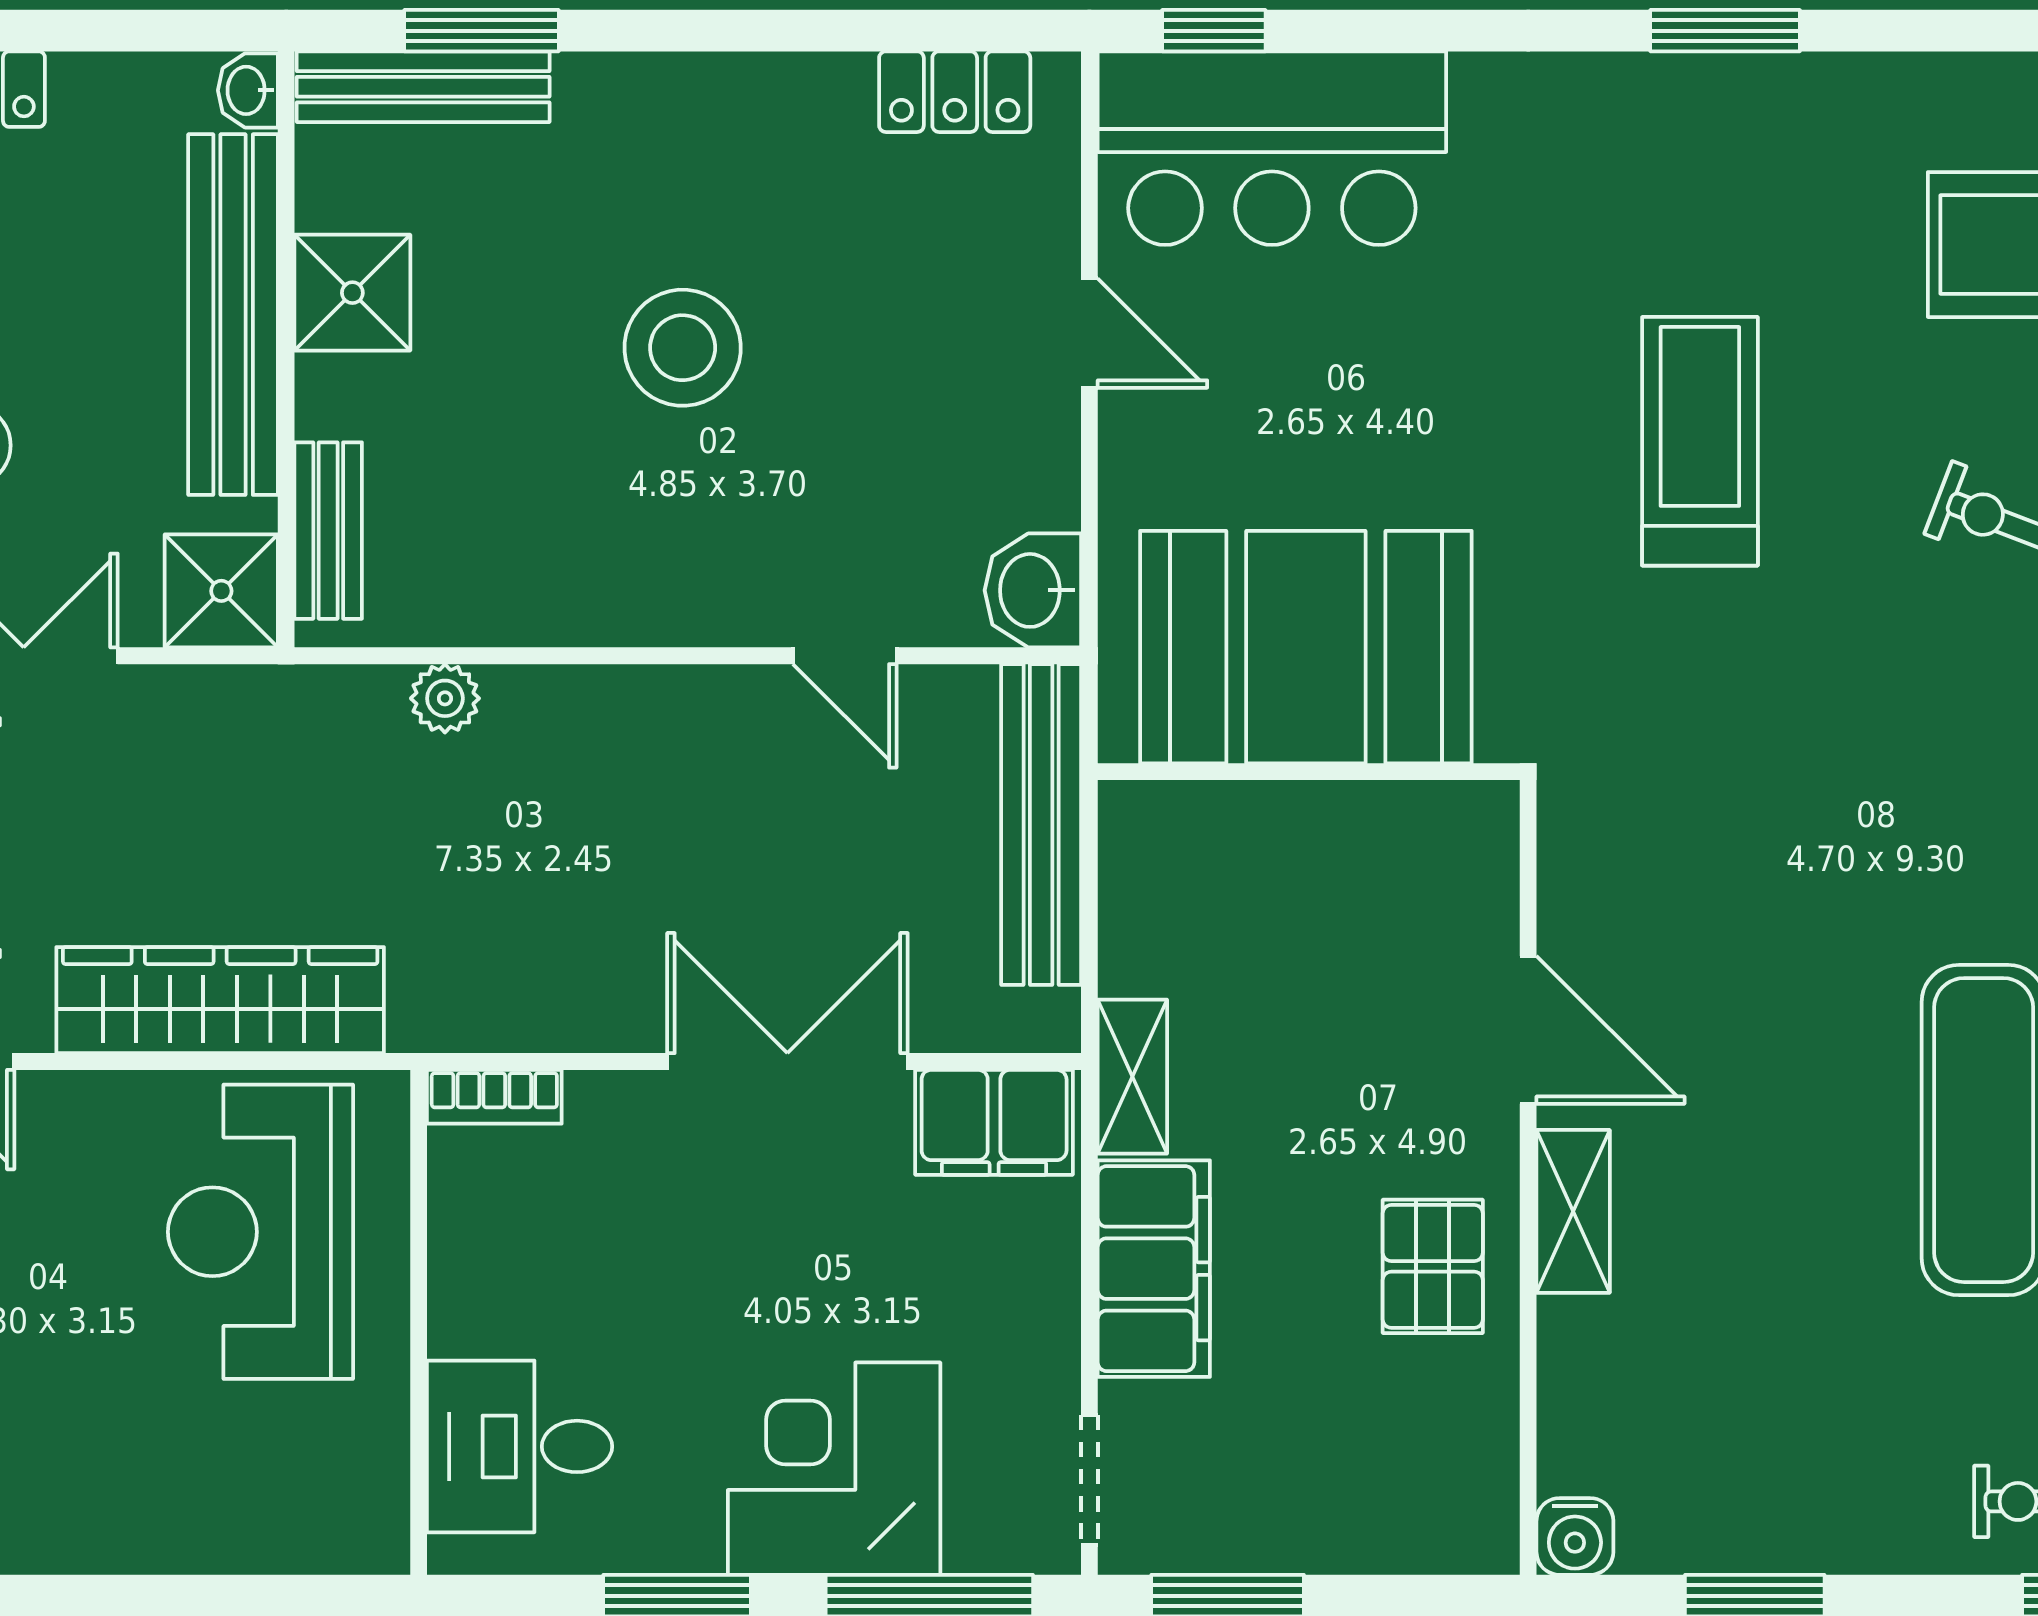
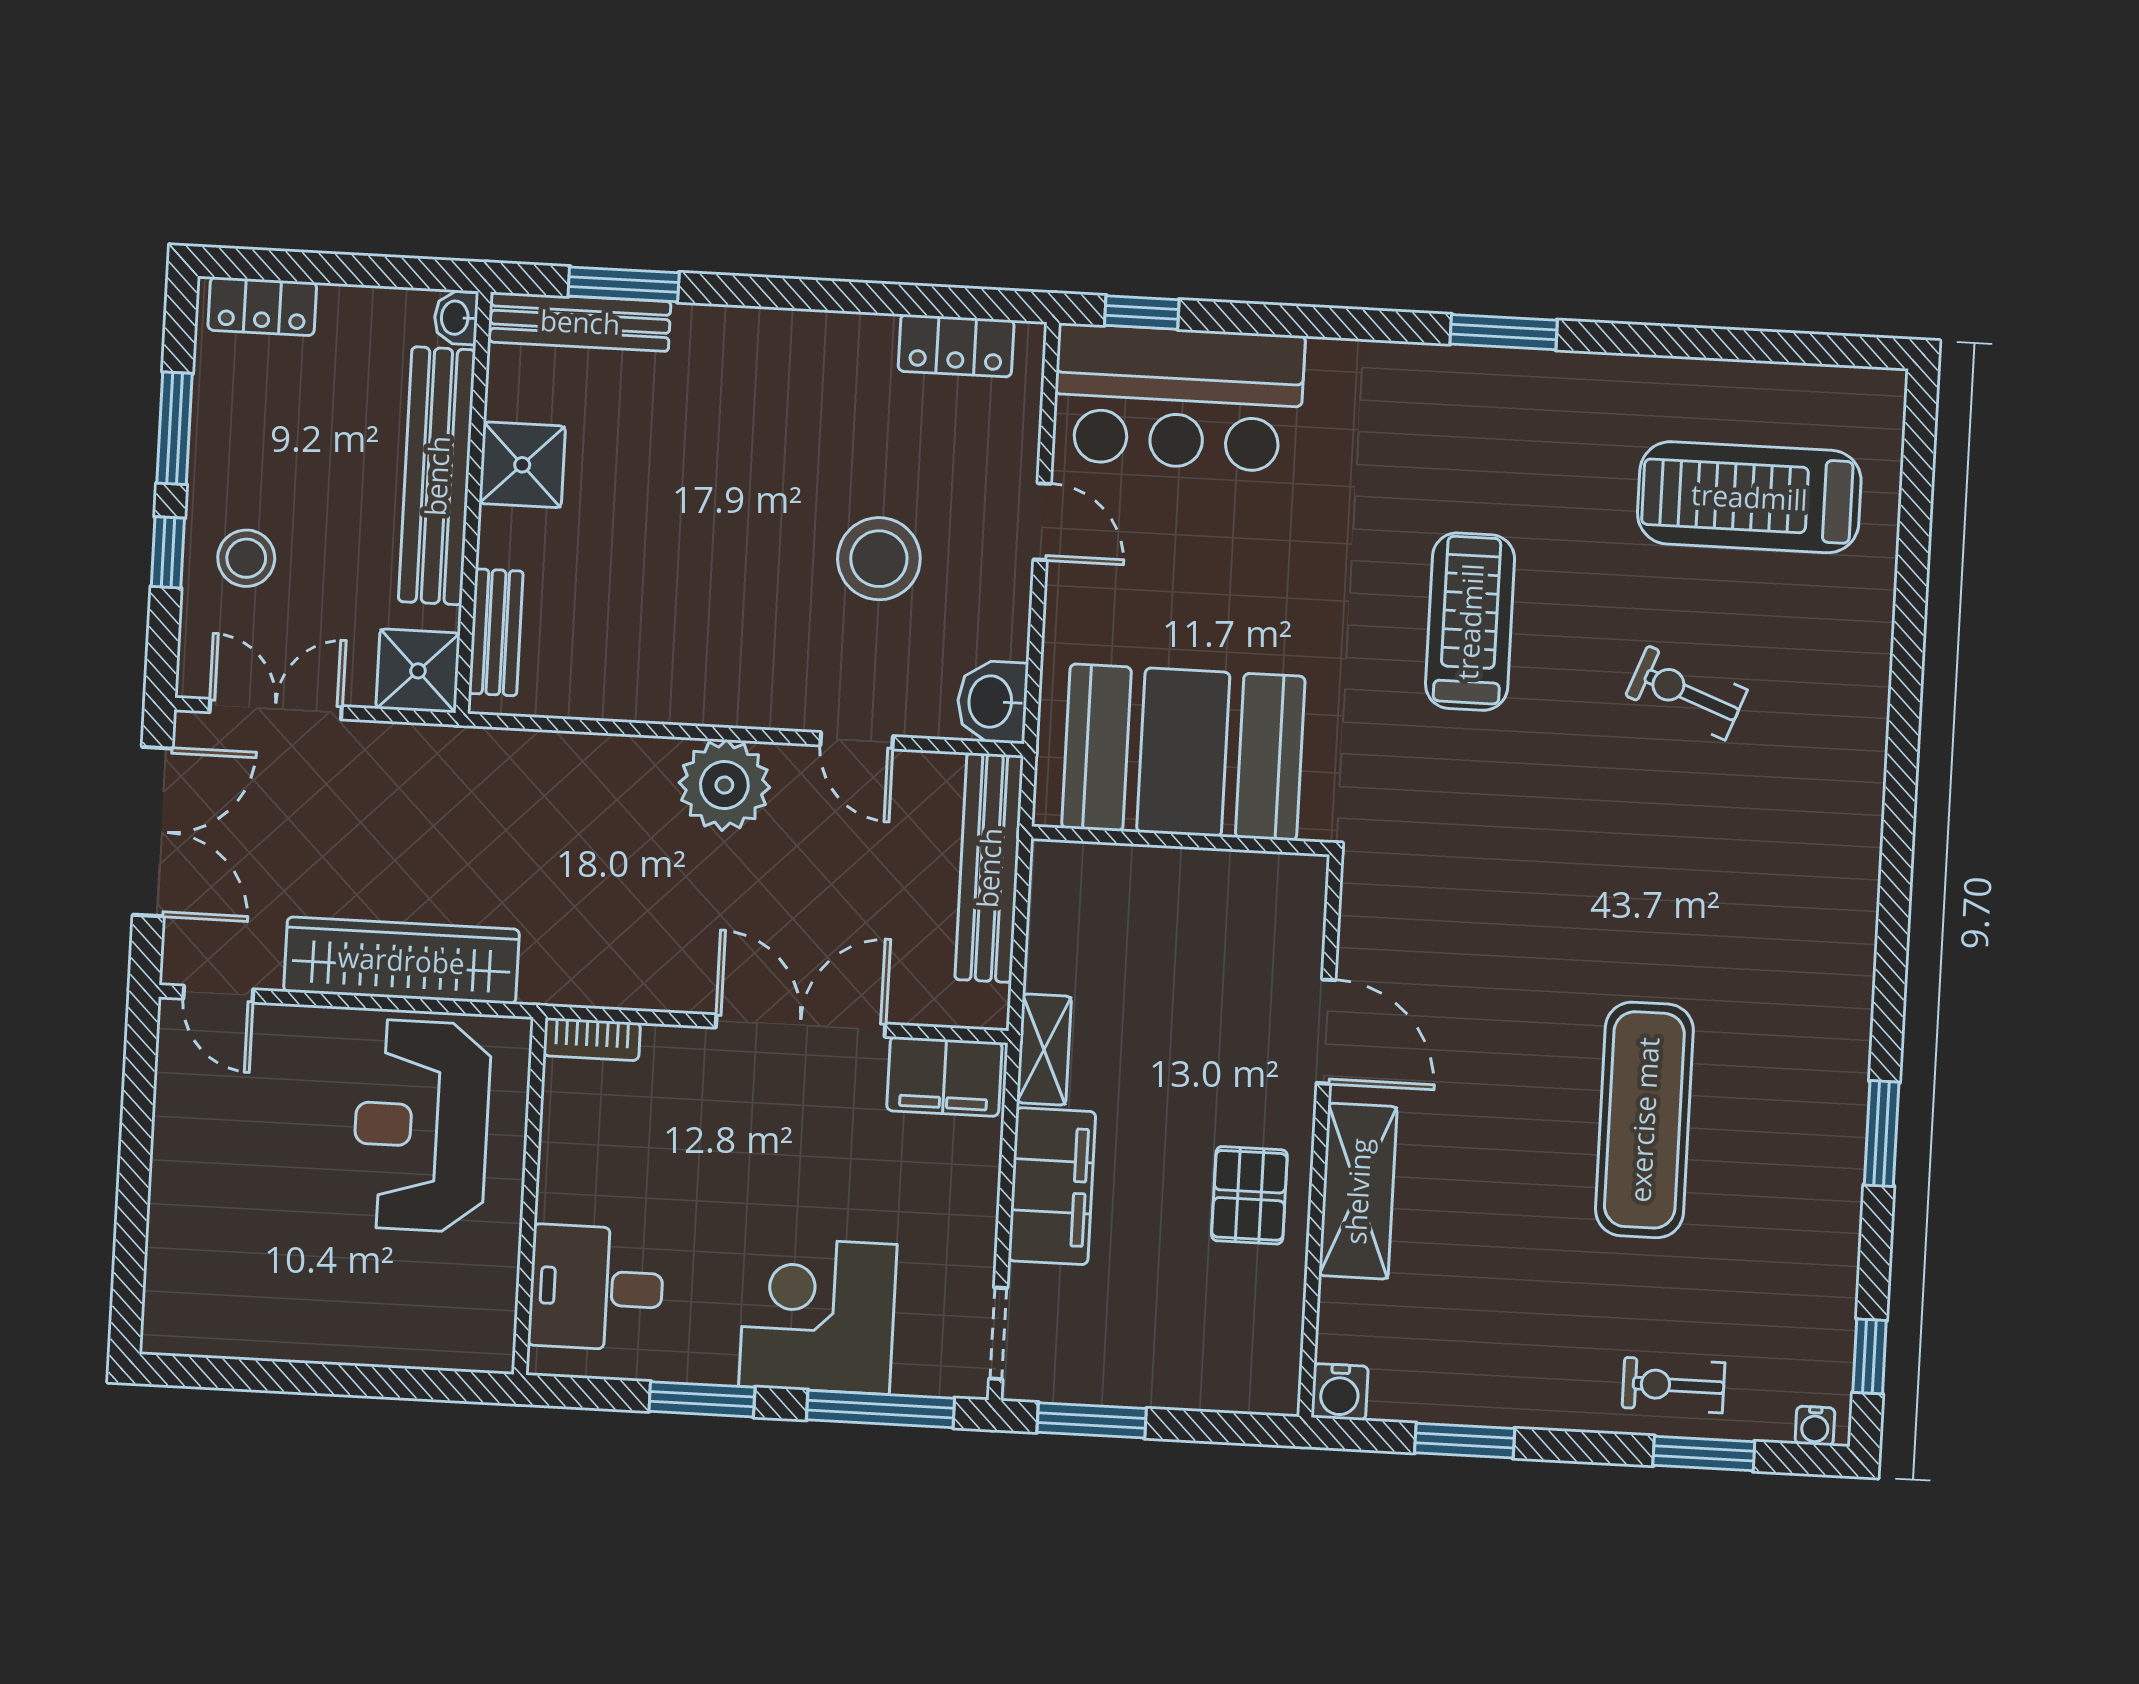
stool: (683, 348) -> (879, 559), moved
plant: (445, 698) -> (724, 785), moved, width x1.87, depth x1.87
shelving: (1573, 1211) -> (1358, 1191), width x1.50, depth x1.33

